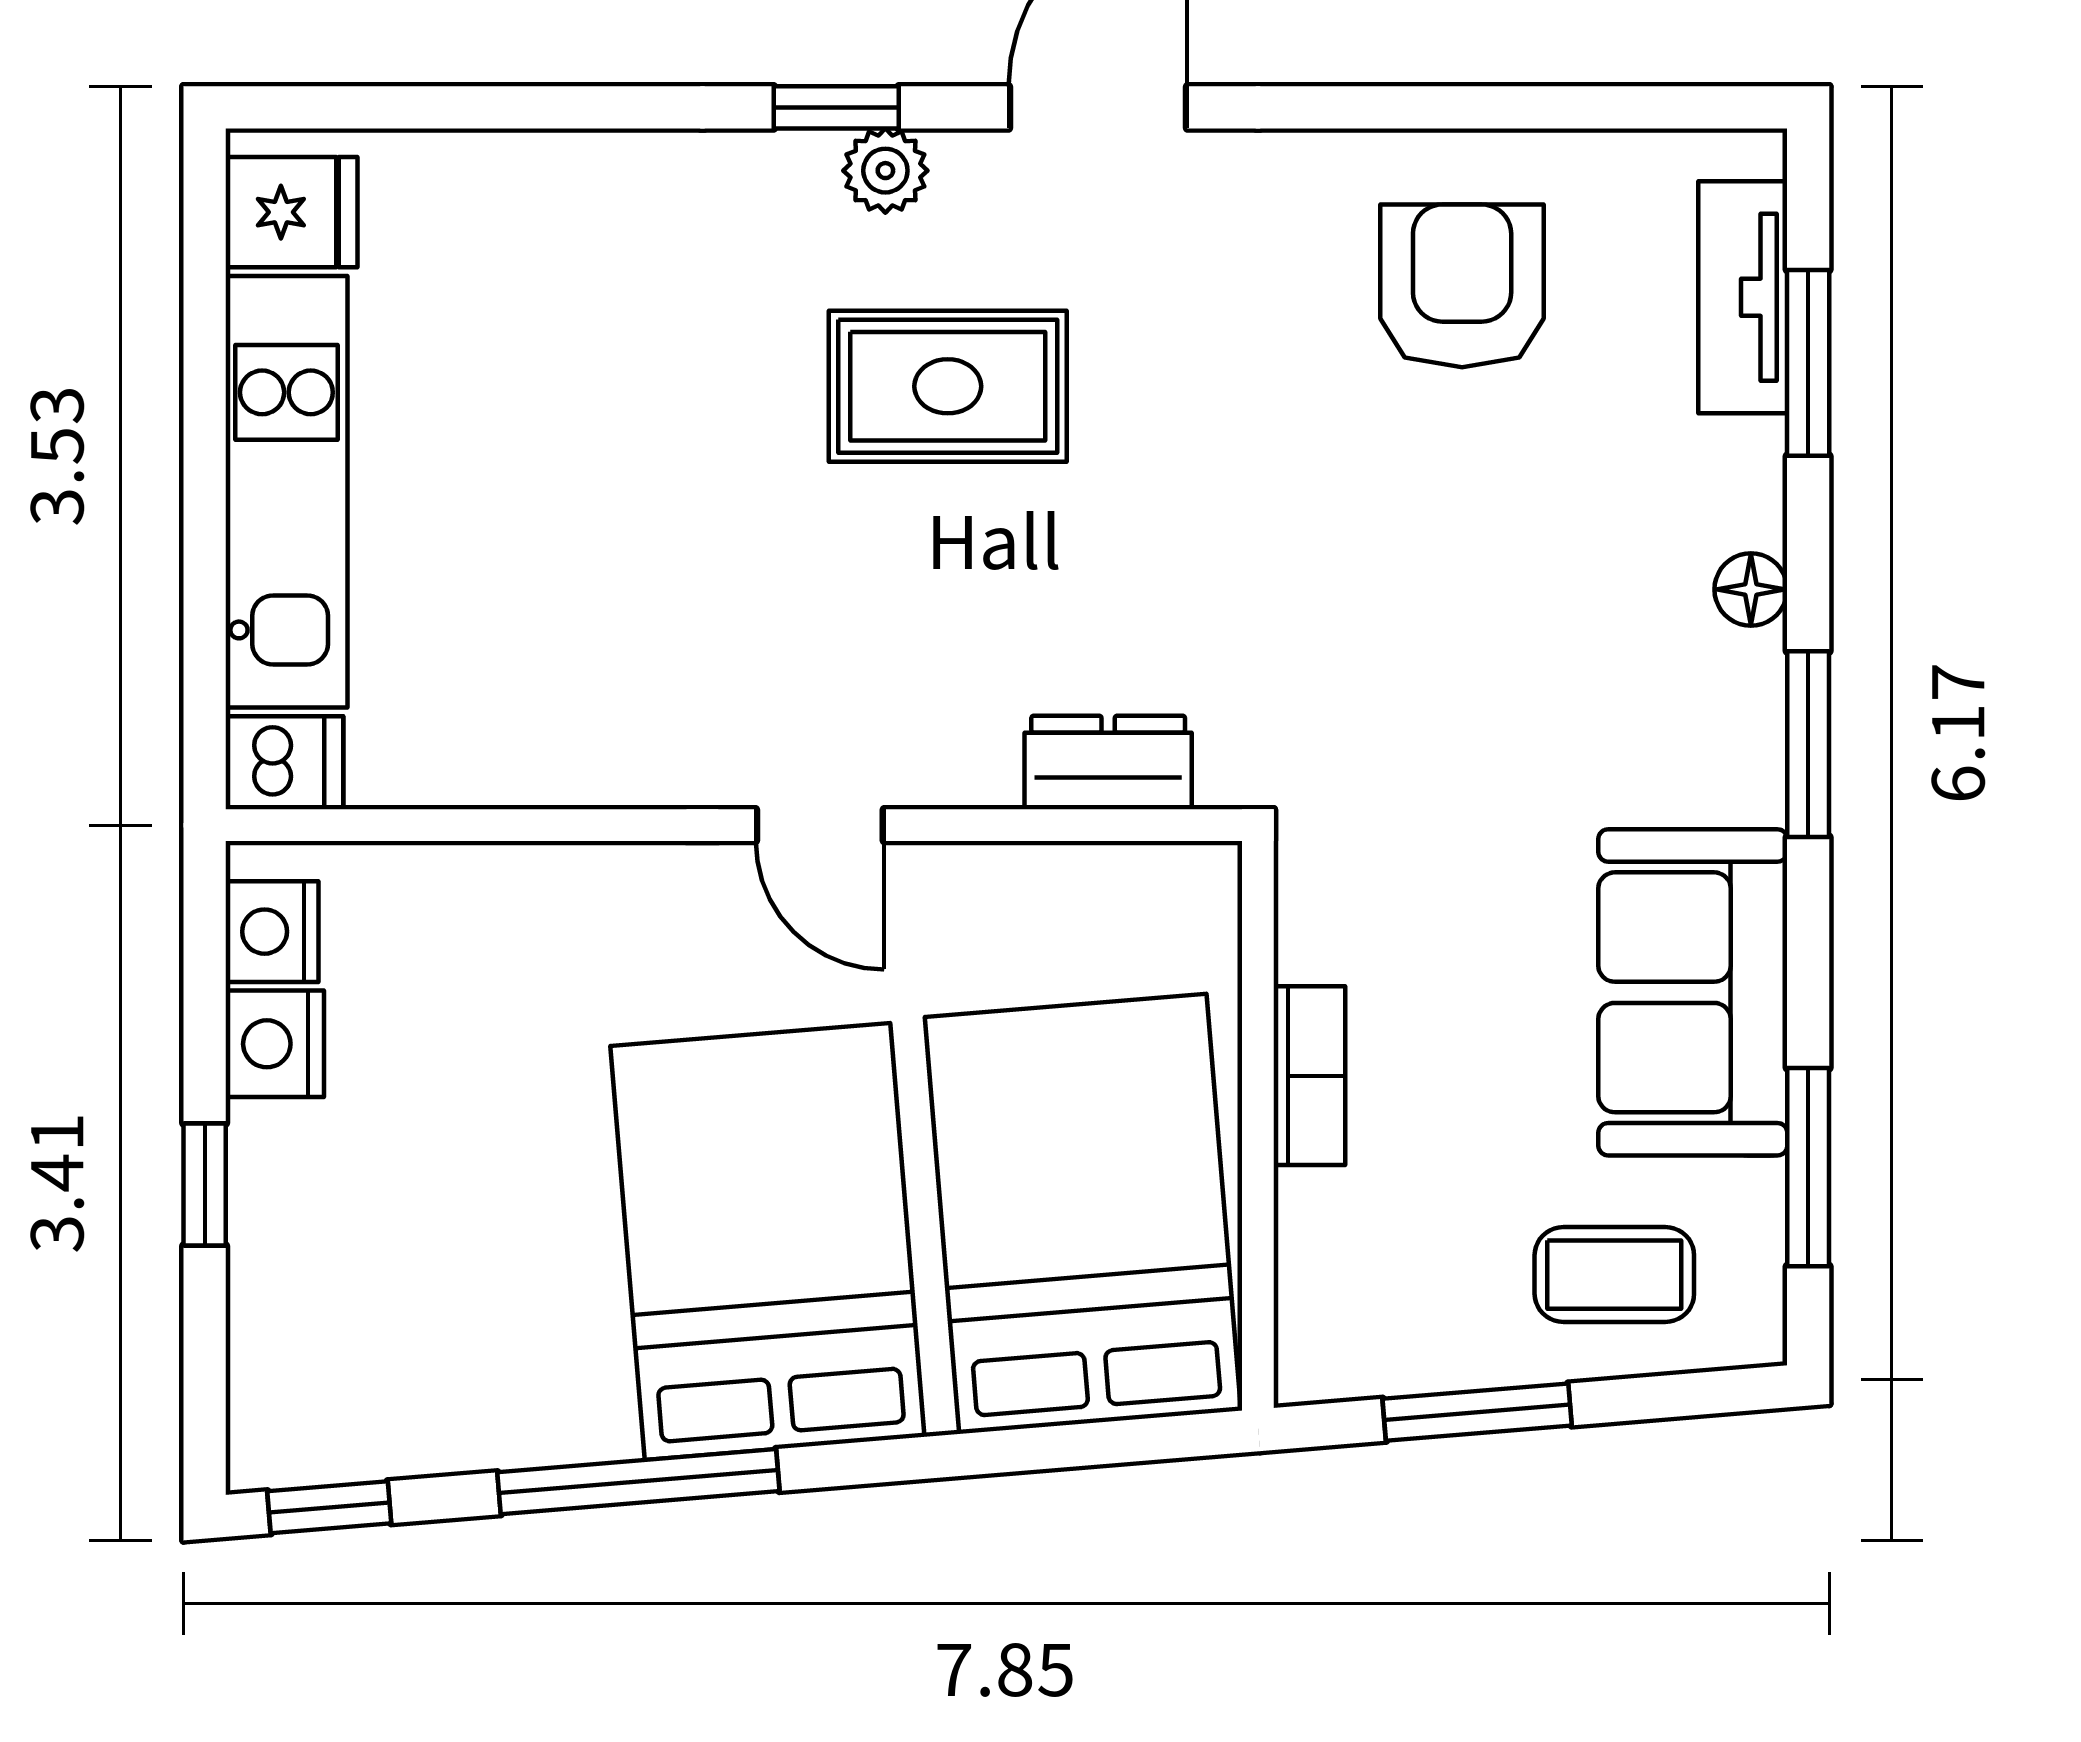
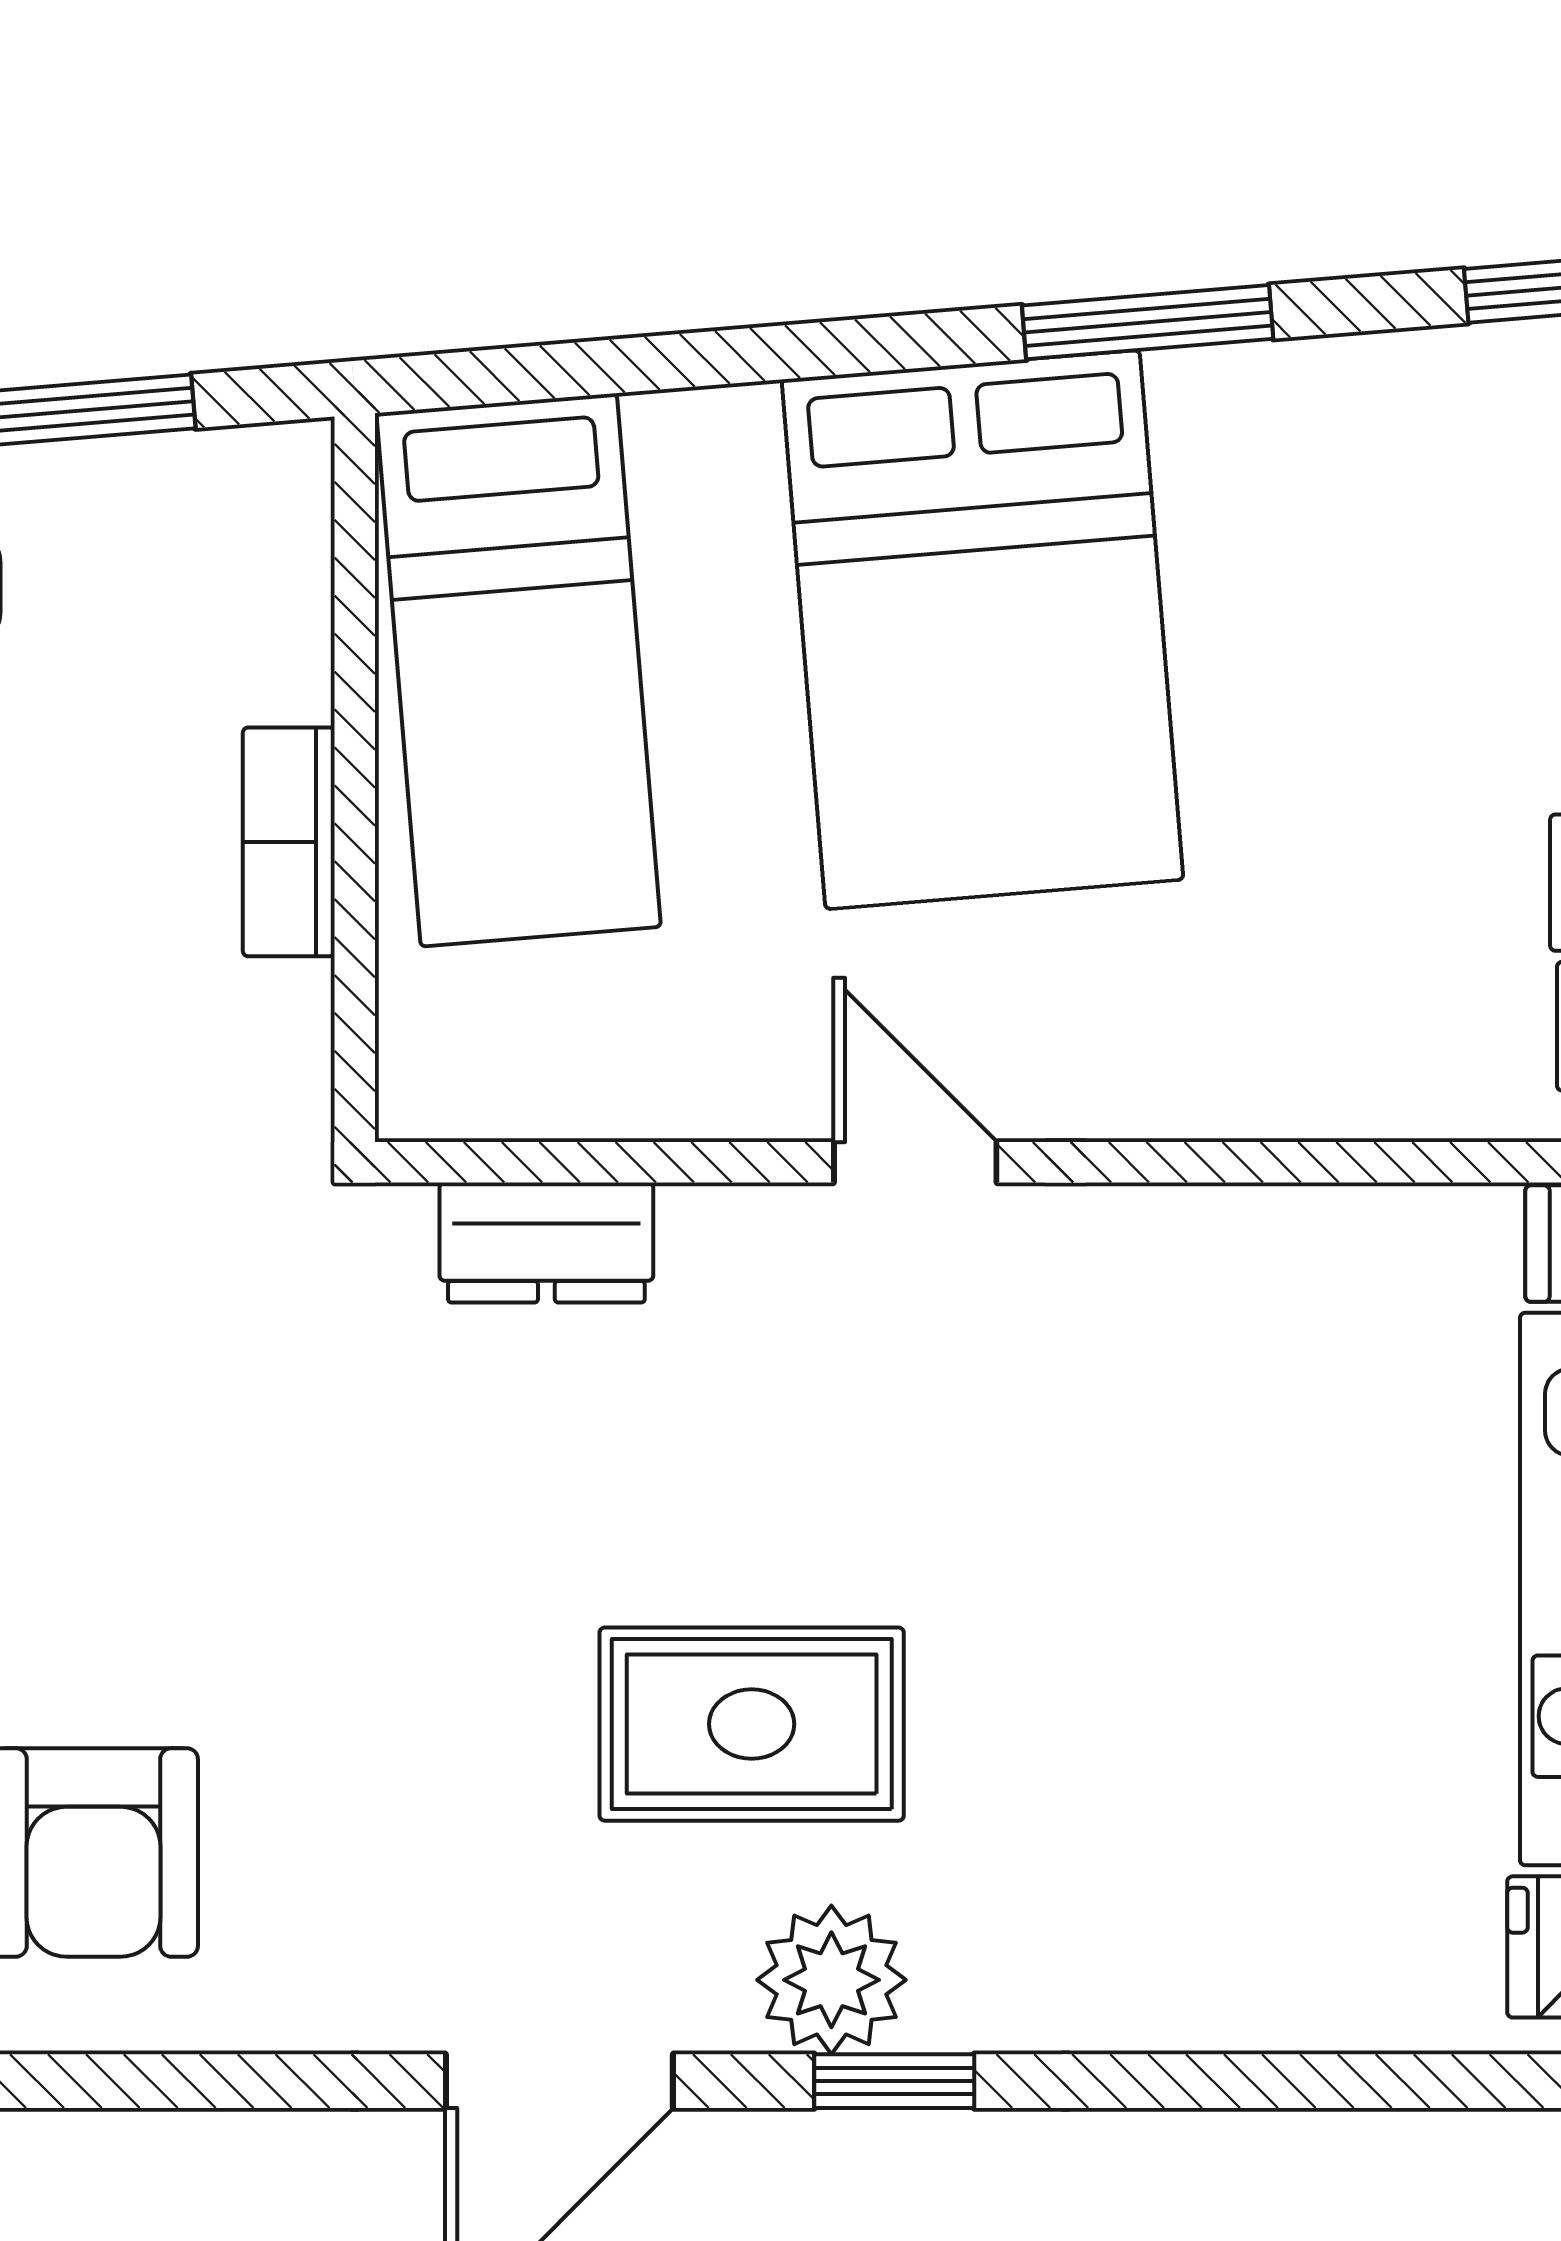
plant: (885, 171) -> (831, 1980), width x1.38, depth x1.38
bed: (1083, 1214) -> (519, 670), width x0.67
window: (638, 1482) -> (1148, 322), width x0.69

